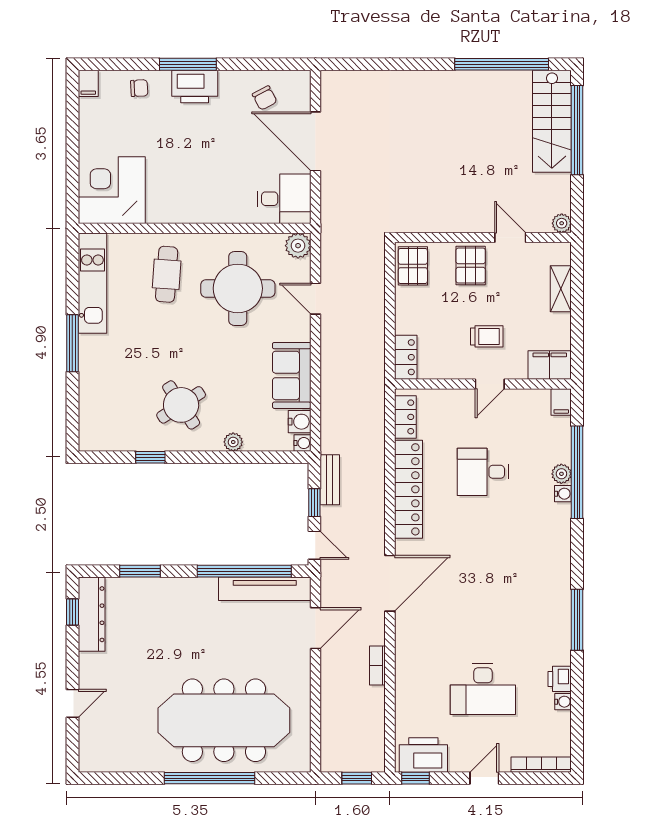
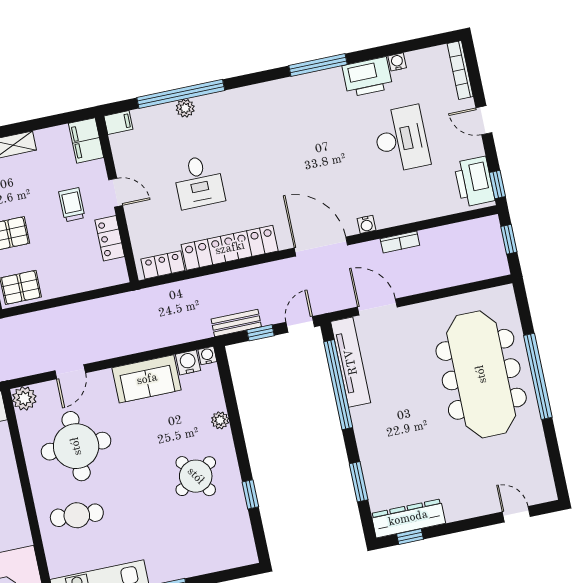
locker: (406, 357) -> (110, 238), moved, turned -90
water cooler: (563, 494) -> (366, 224), moved, turned 180
printer: (560, 679) -> (367, 77), width x1.87, depth x1.48
door: (72, 703) -> (516, 514), moved

